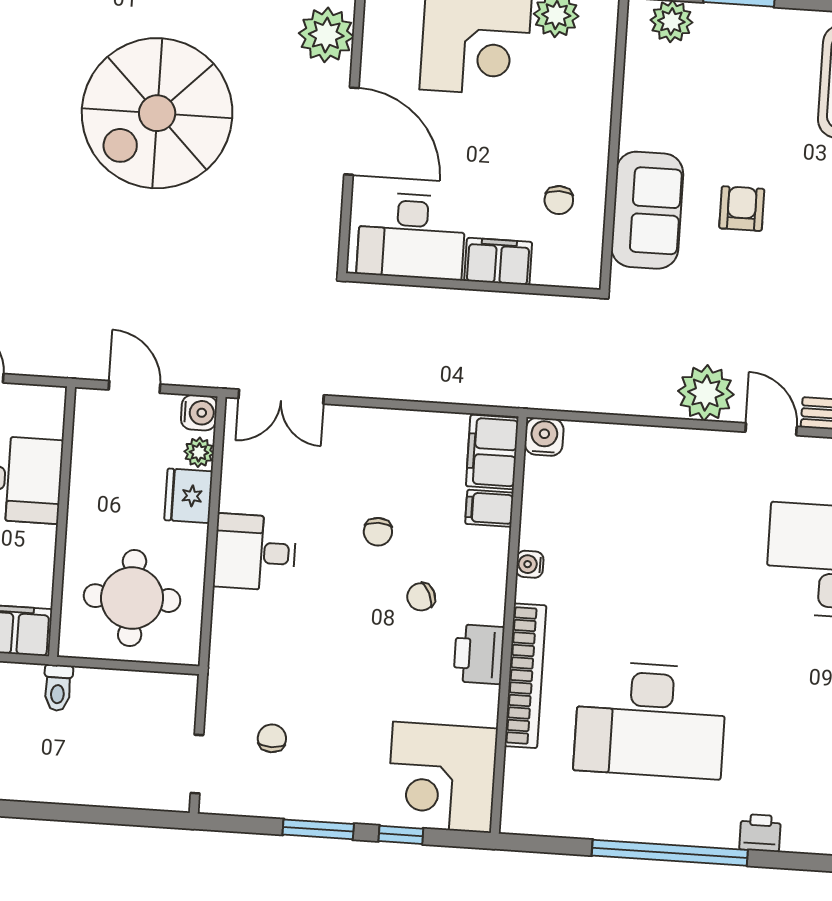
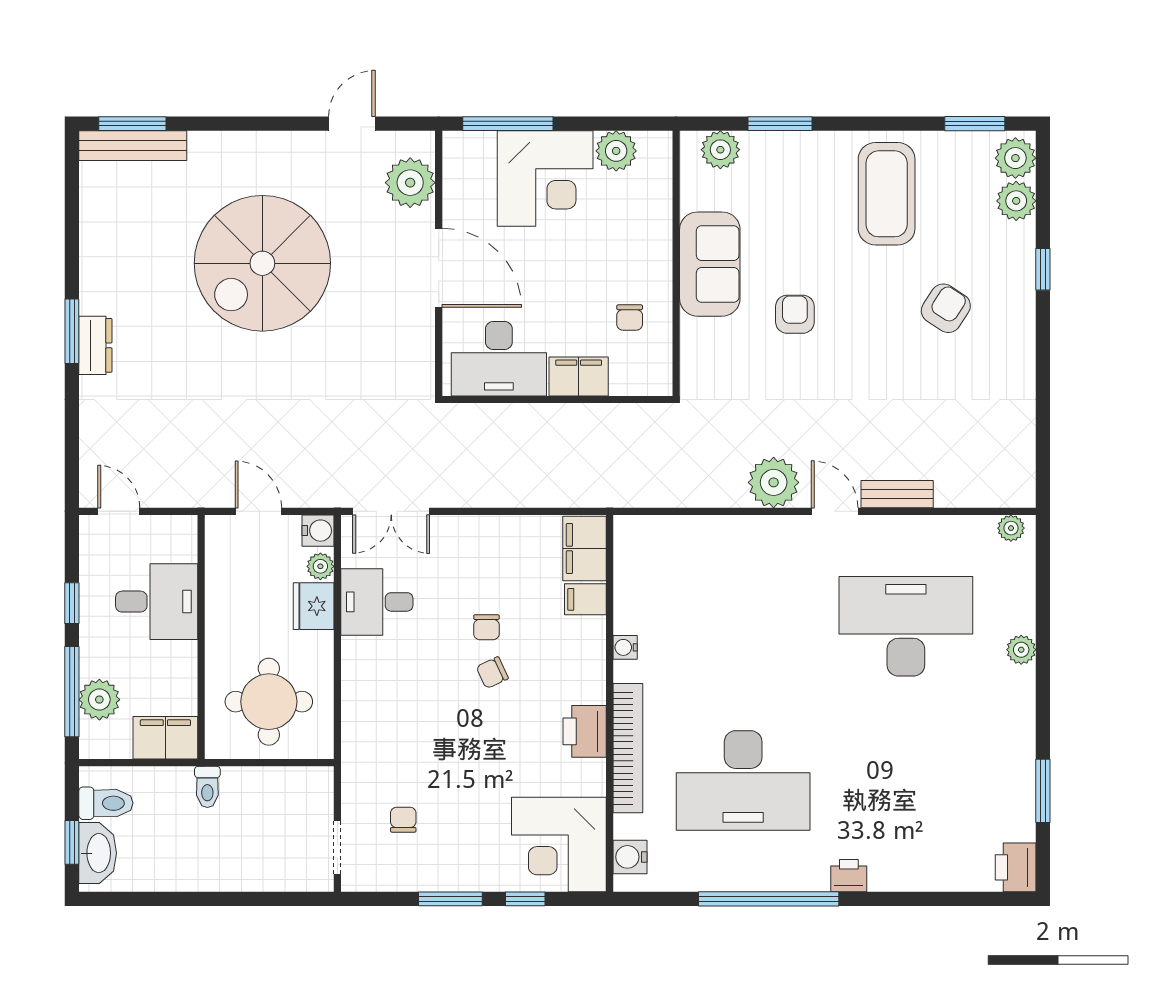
sofa: (647, 210) -> (710, 264), moved
water cooler: (544, 437) -> (630, 857), moved, turned -90
desk: (255, 552) -> (377, 602), moved
chair: (421, 597) -> (492, 673), moved

